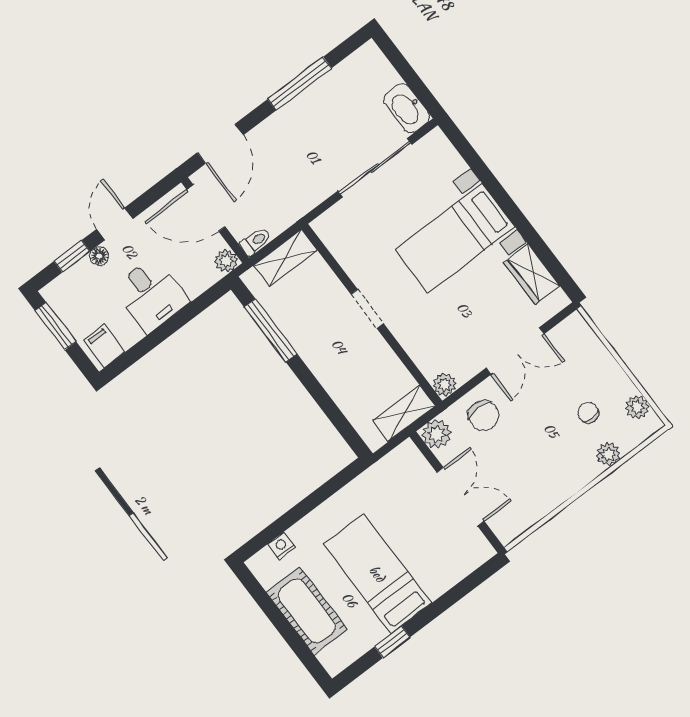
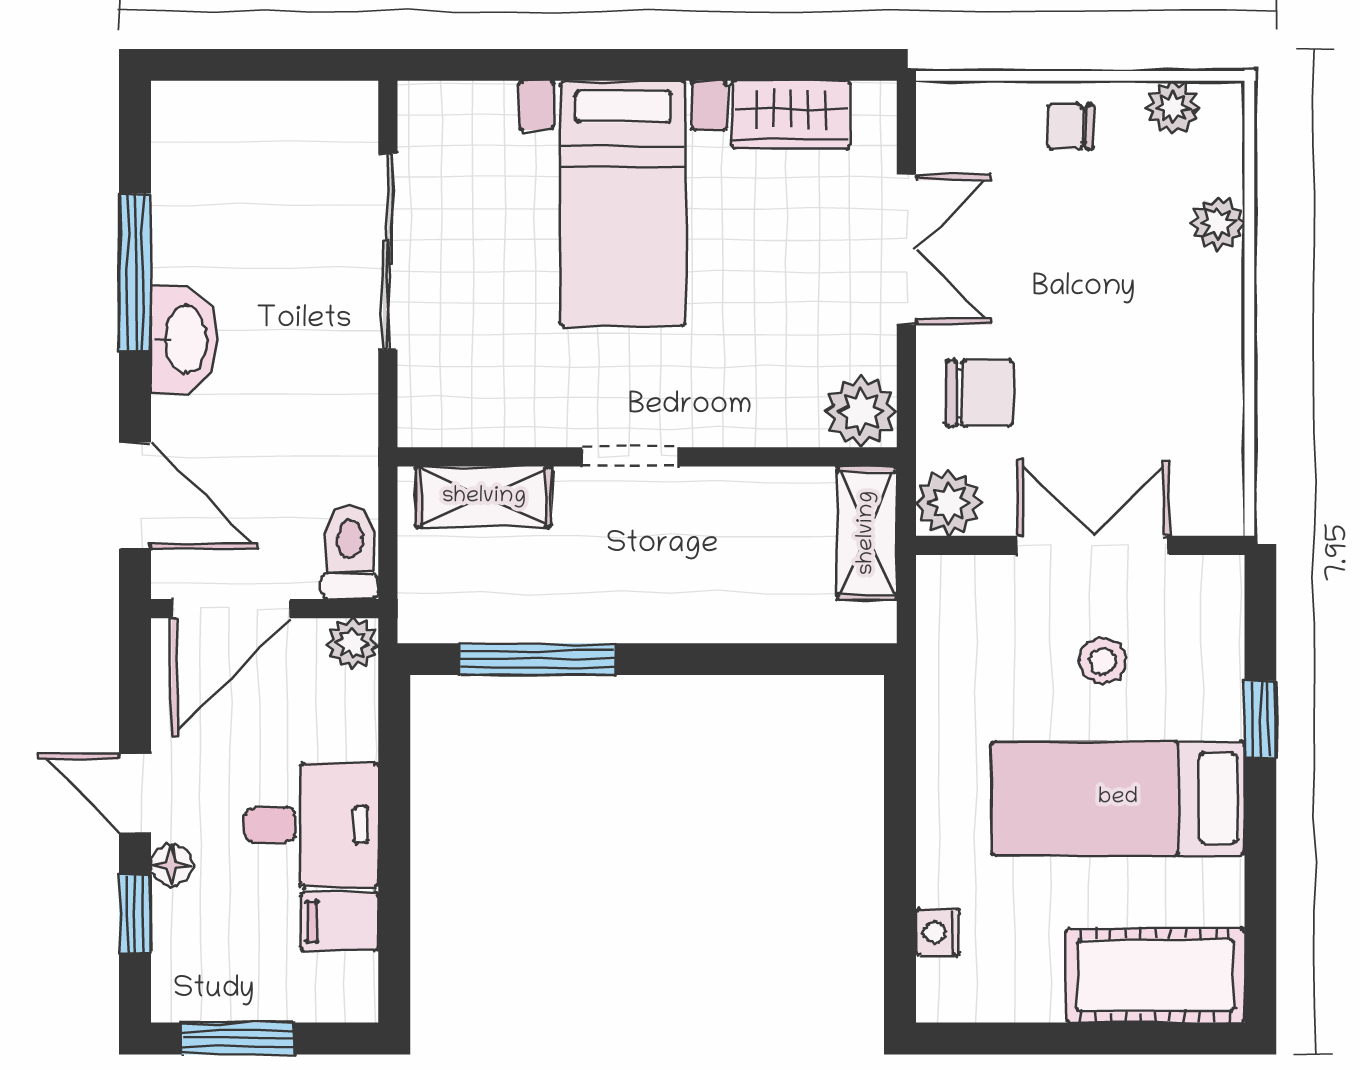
washbasin: (407, 108) -> (184, 339), moved, turned -90
toilet: (256, 241) -> (350, 552), width x1.37, depth x1.39
shelving: (285, 258) -> (484, 497), moved, turned 90
filing cabinet: (104, 346) -> (339, 922), moved
plant: (445, 385) -> (861, 412), width x1.38, depth x1.38
chair: (588, 413) -> (1071, 127), moved
stool: (422, 531) -> (1103, 661), added
cot: (307, 611) -> (1155, 975), moved
window: (392, 642) -> (1260, 719), moved

